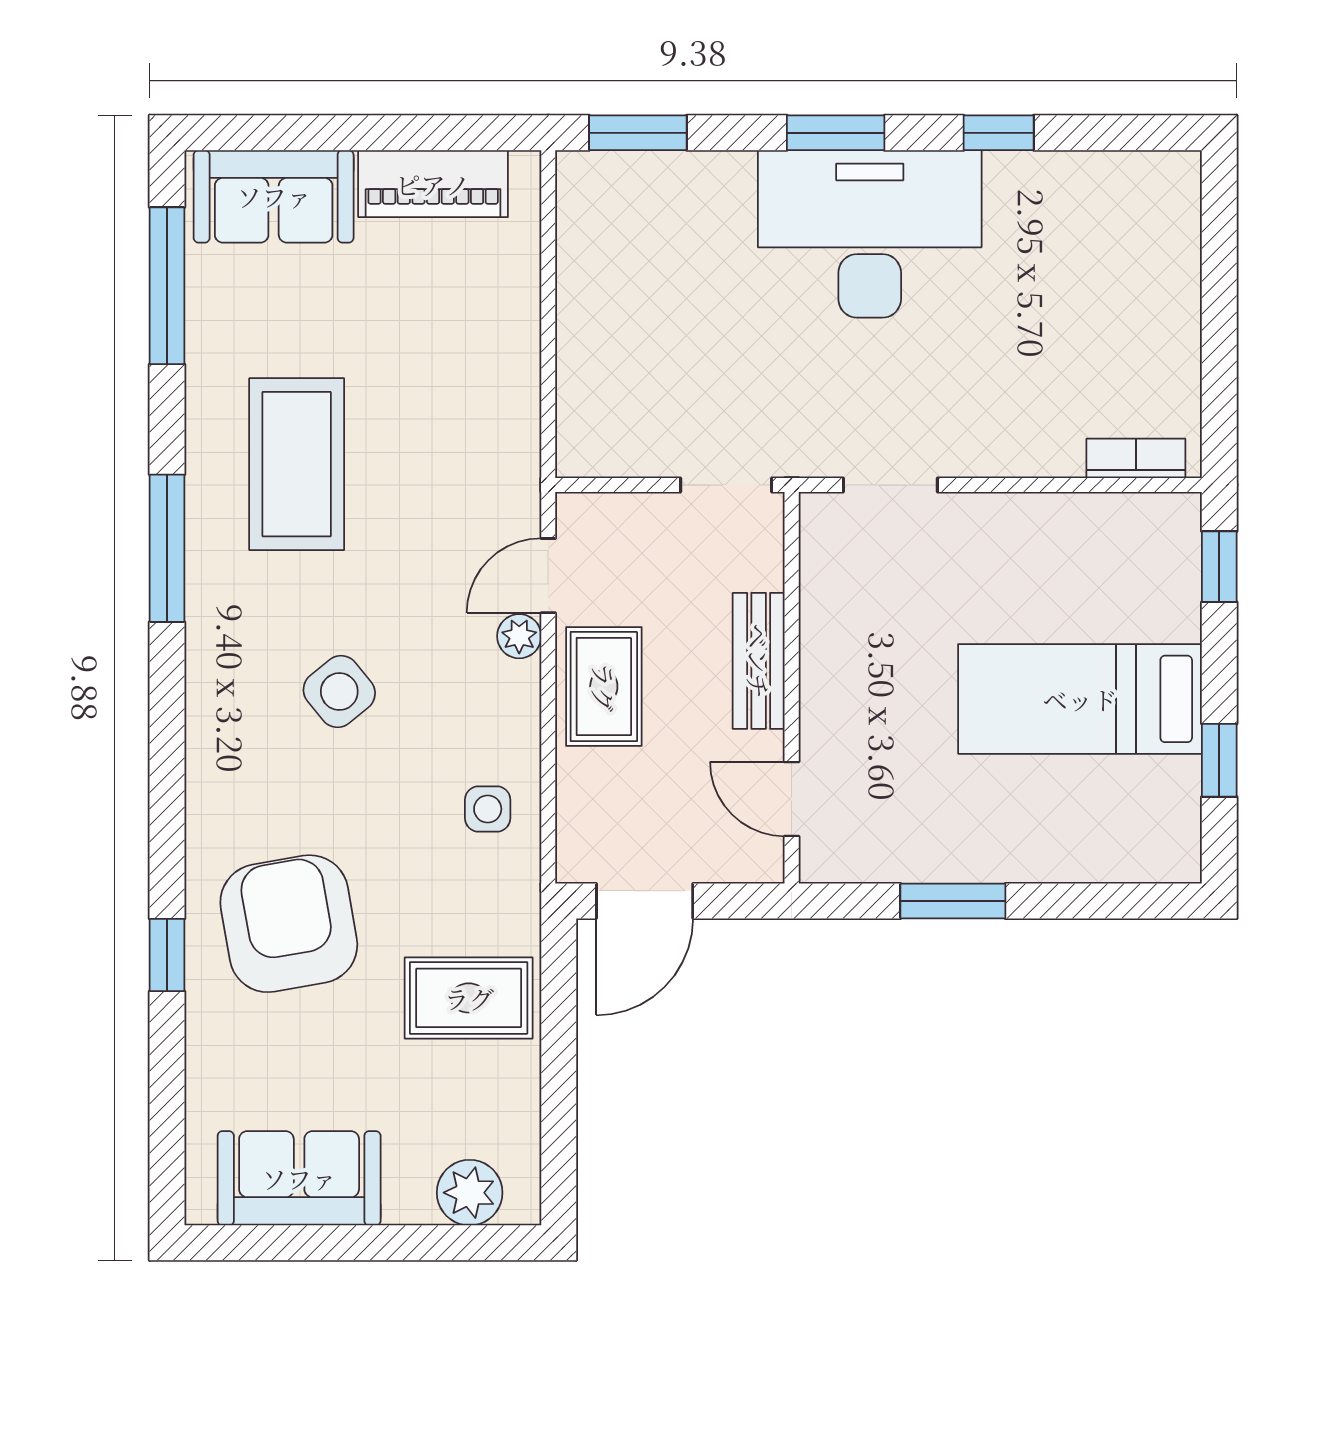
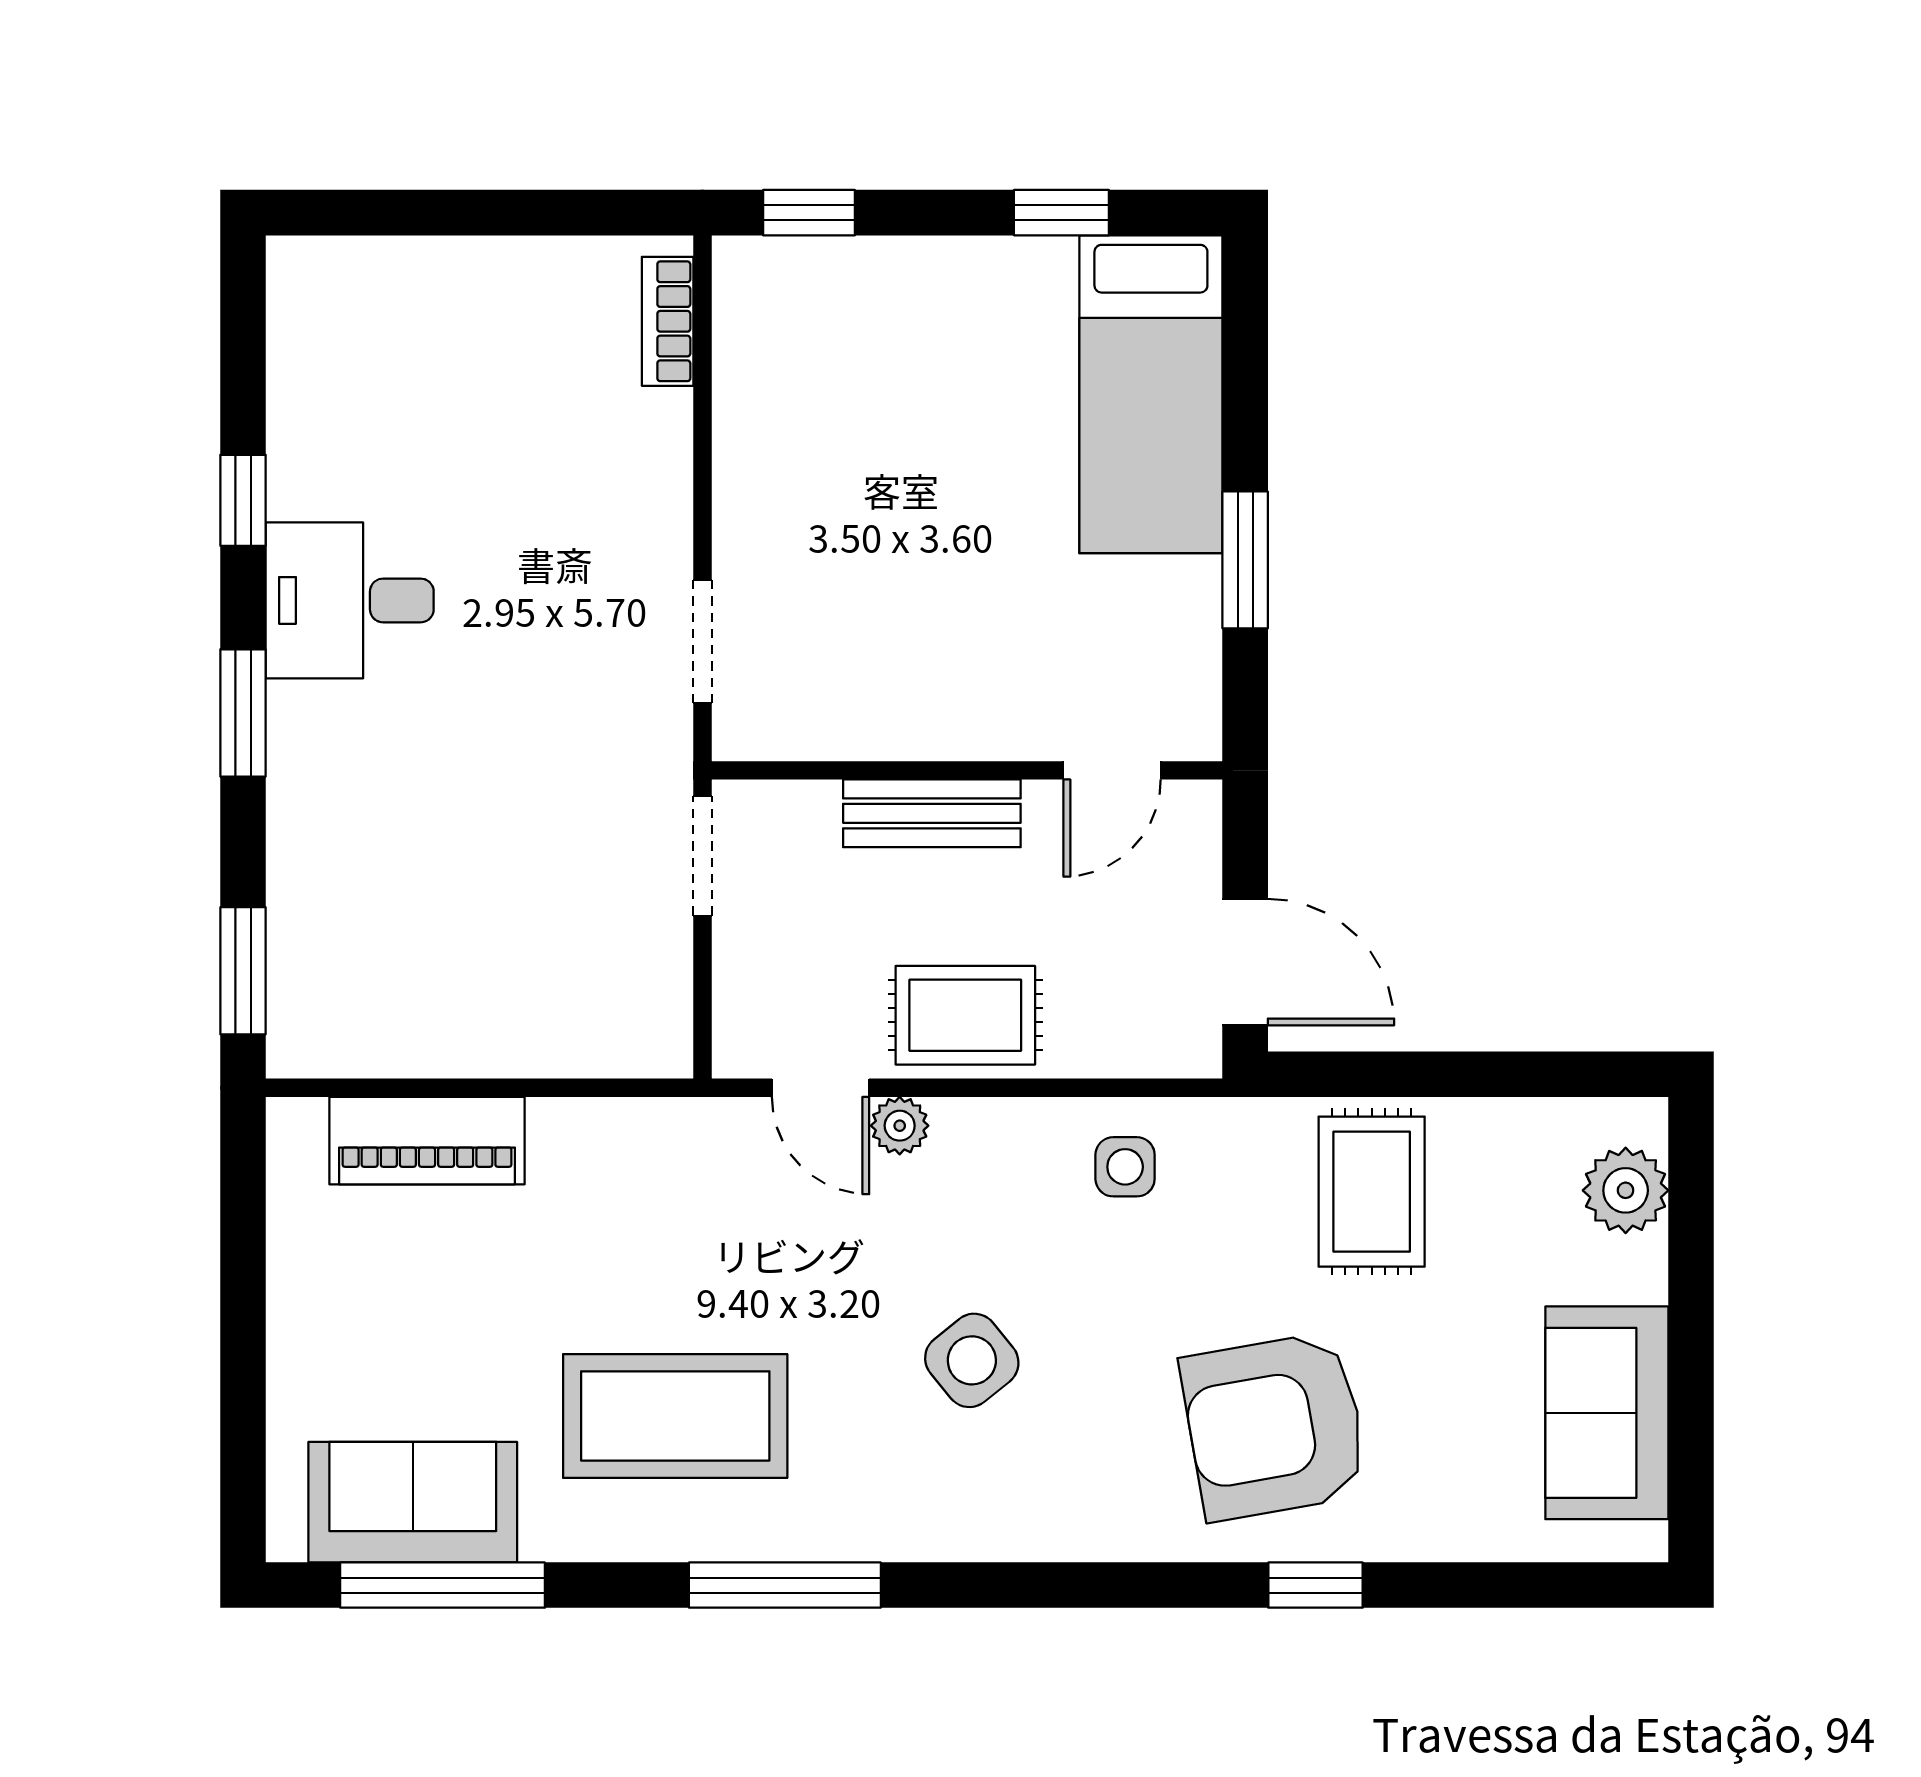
piano: (433, 184) -> (427, 1141), moved, turned 90
sofa: (274, 196) -> (413, 1502), moved, turned -90
desk: (870, 234) -> (350, 600), width x0.53, depth x0.77
bed: (1080, 699) -> (1151, 394), moved

